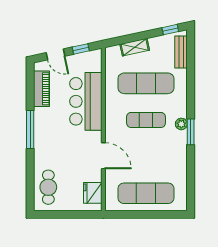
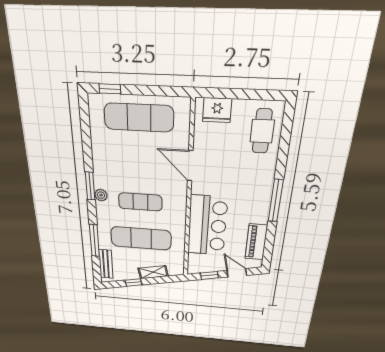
window: (170, 30) -> (133, 282), moved
window: (191, 77) -> (94, 241), added
fridge: (93, 193) -> (217, 110), moved, turned 90
window: (169, 214) -> (110, 89), added

